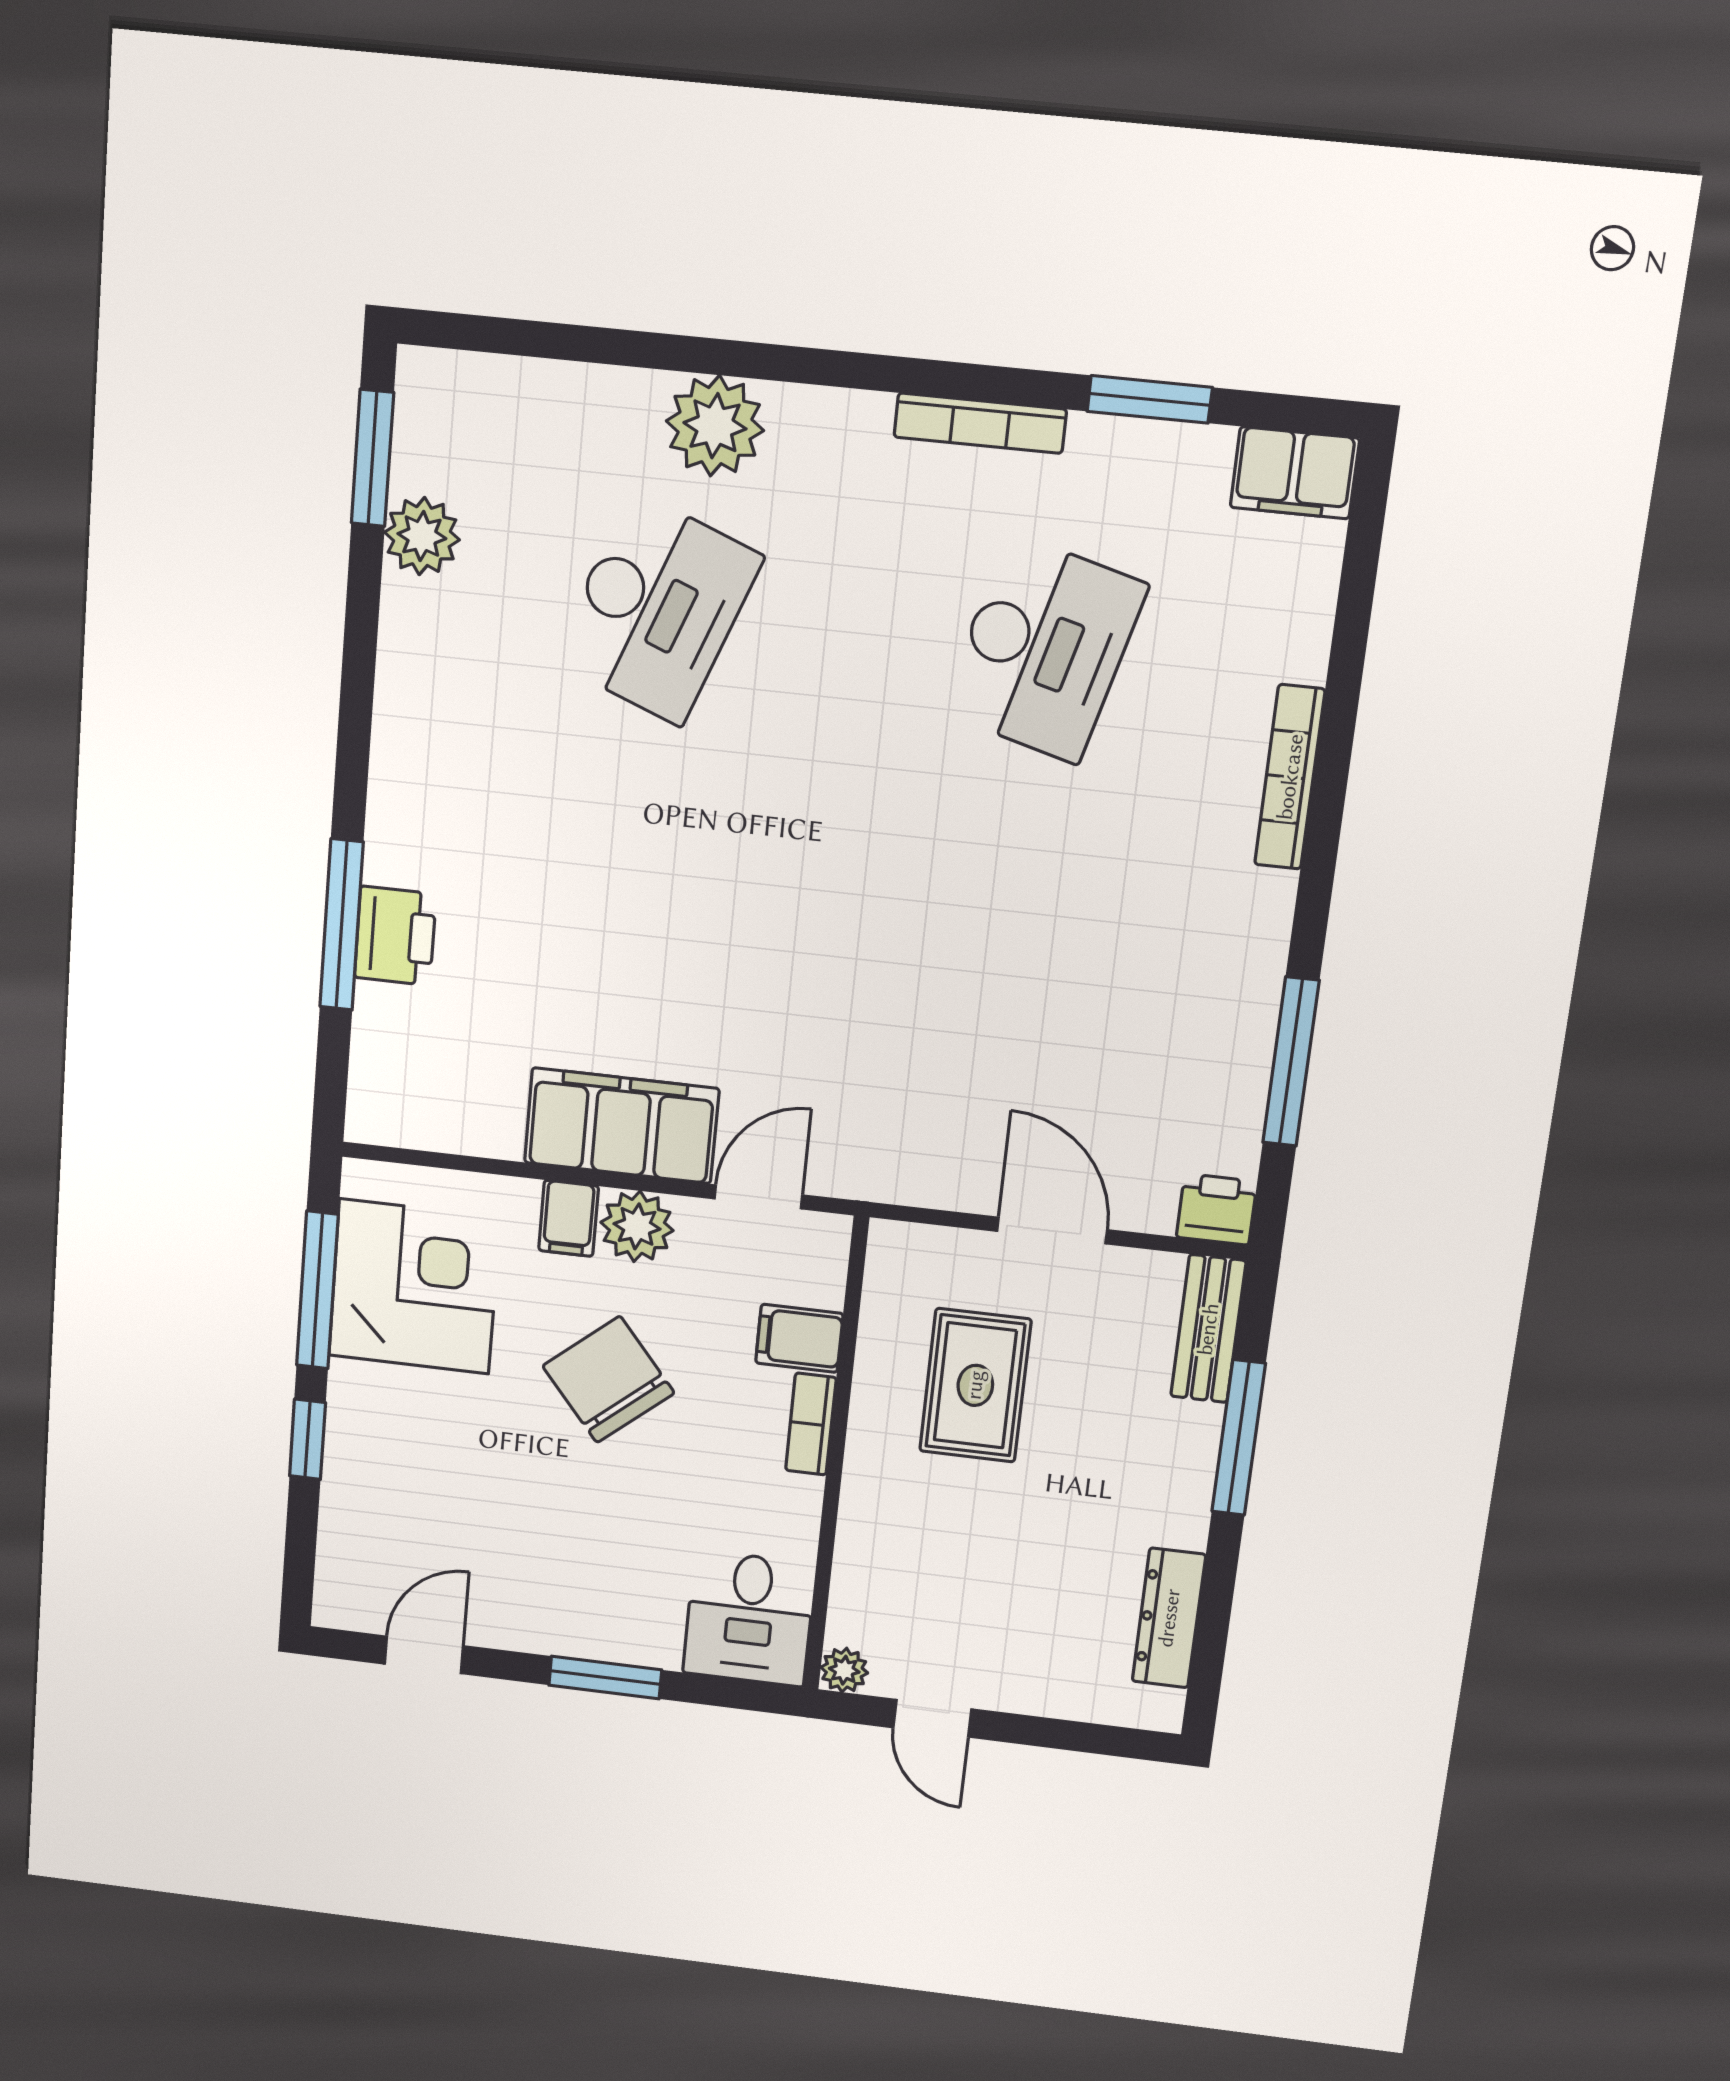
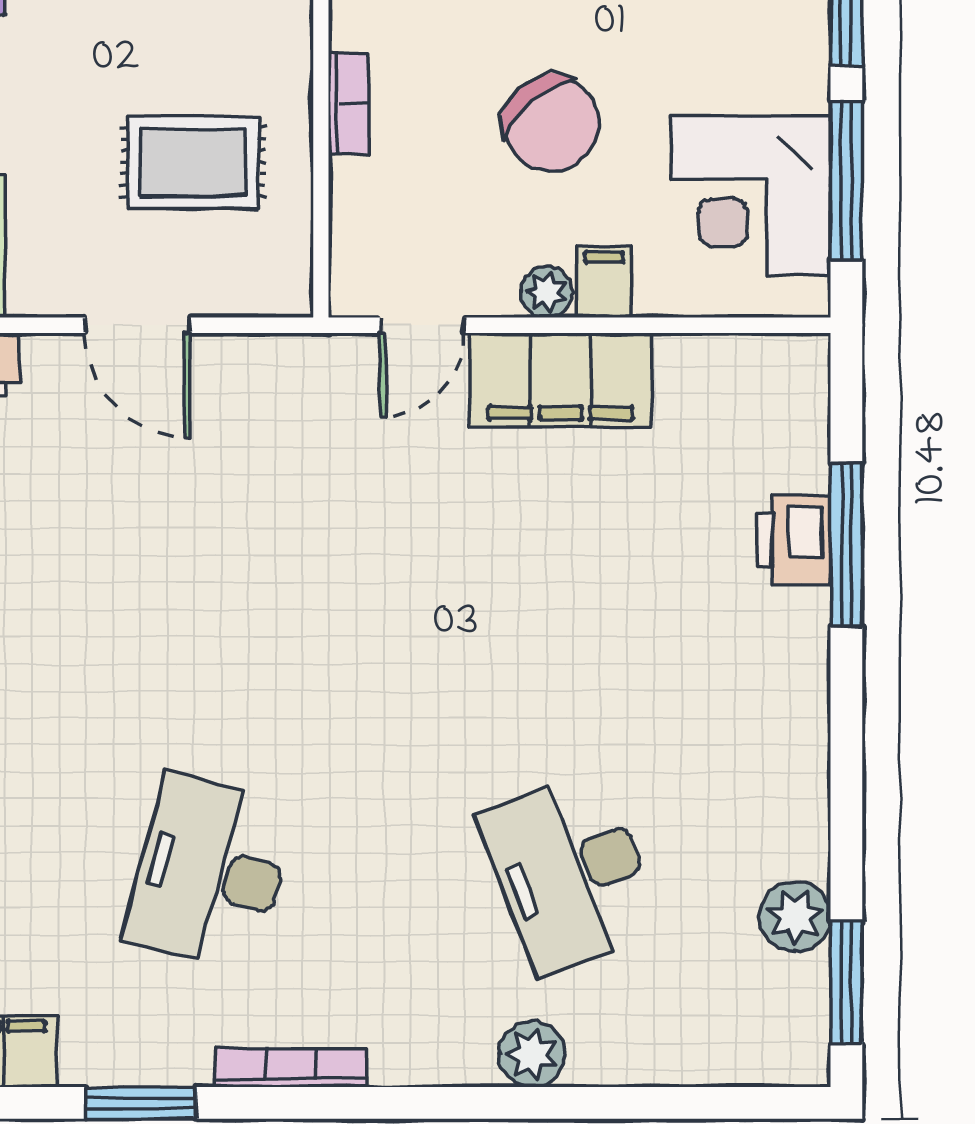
plant: (715, 426) -> (532, 1054), width x0.73, depth x0.73
desk: (657, 609) -> (570, 872), turned -42
plant: (637, 1226) -> (547, 292), width x0.73, depth x0.73
filing cabinet: (799, 1338) -> (369, 189), removed
rug: (975, 1385) -> (193, 162), turned 90

